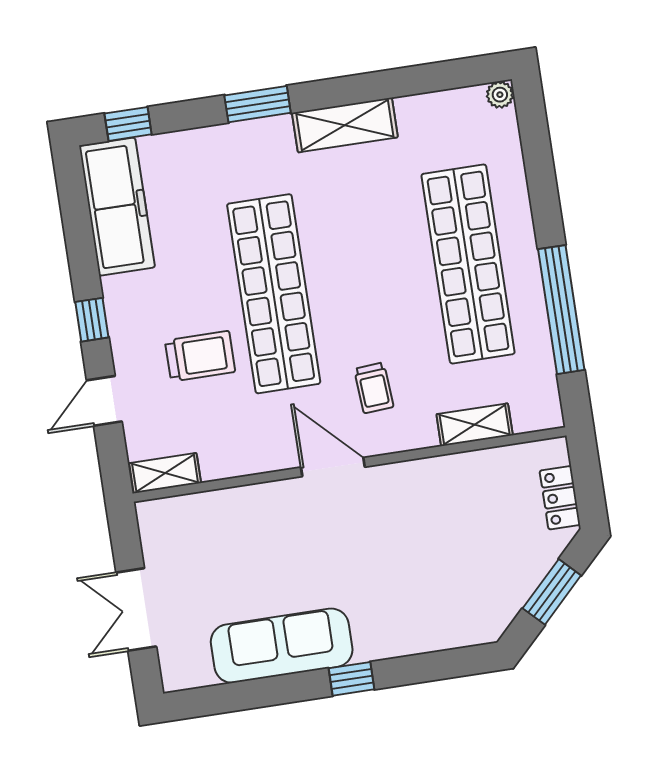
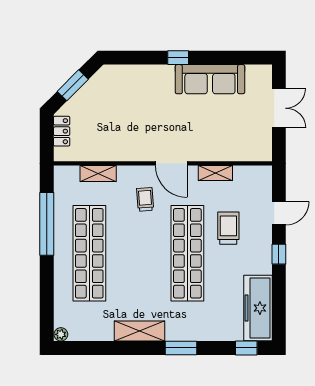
trolley: (200, 356) -> (228, 228), turned 90
shelving: (165, 473) -> (215, 173), moved

